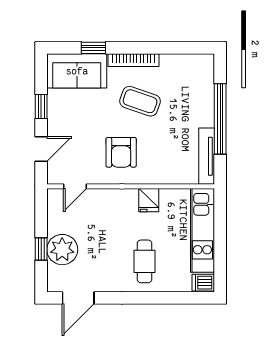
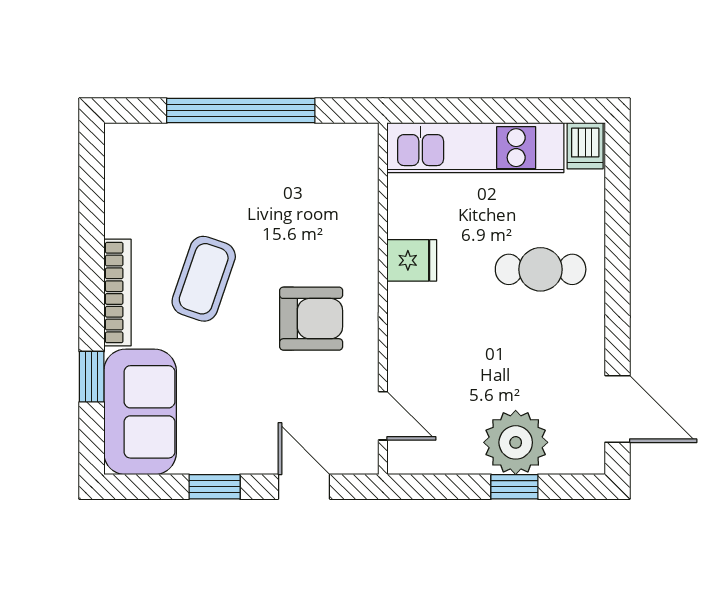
tv unit: (207, 156) -> (319, 139), removed

